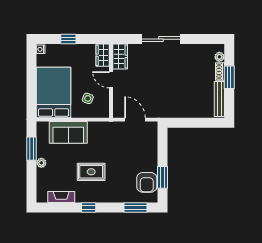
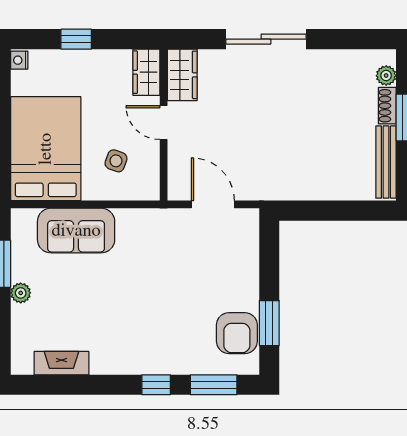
rug: (91, 172) -> (123, 311), removed
window: (89, 208) -> (156, 385), moved

